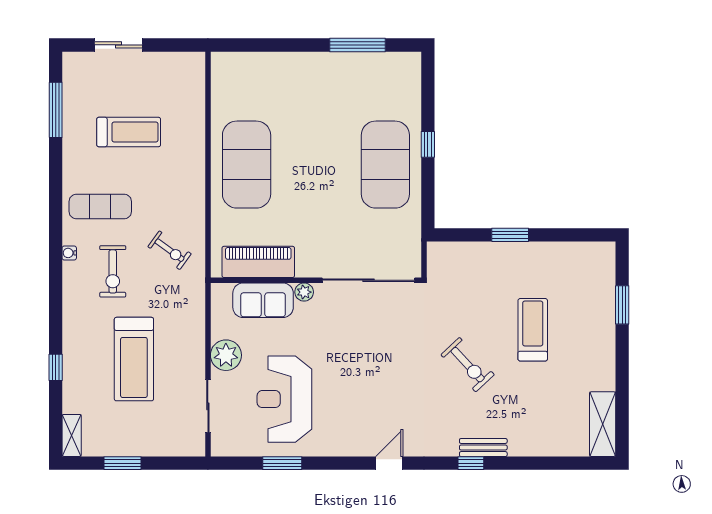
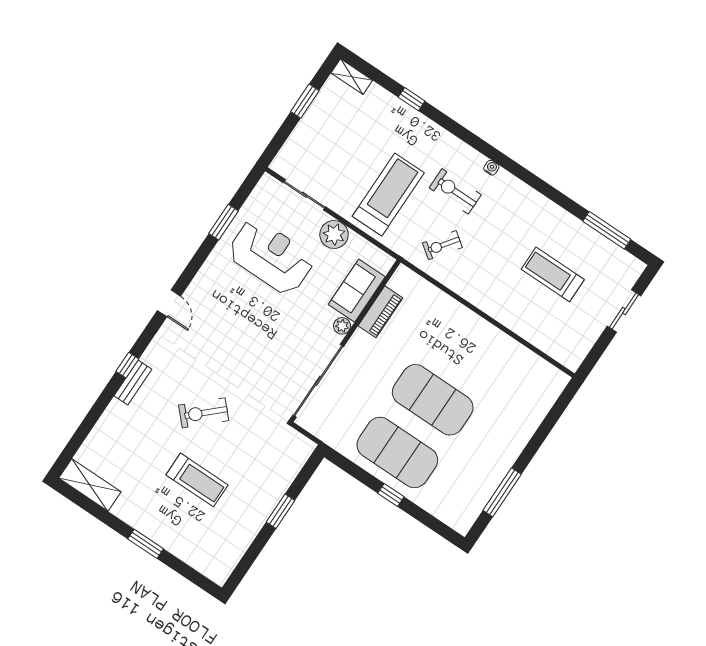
treadmill: (129, 132) -> (553, 274), turned 90
exercise mat: (247, 165) -> (433, 400), moved
exercise mat: (100, 207) -> (511, 215), removed
piano: (258, 262) -> (380, 312), width x0.73, depth x0.75
window: (622, 305) -> (146, 544), moved
treadmill: (134, 359) -> (388, 195), moved, turned 90

